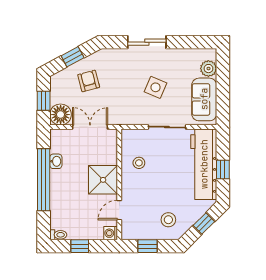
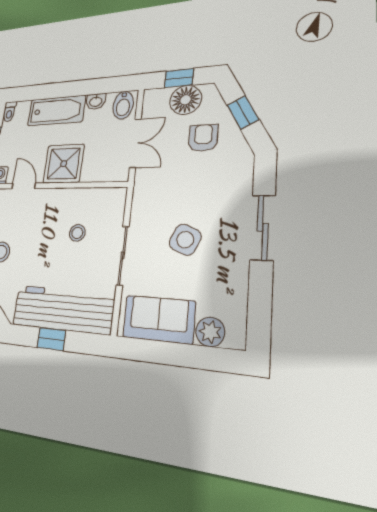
armchair: (89, 81) -> (203, 138), turned -75
floor lamp: (61, 115) -> (186, 100), moved
bidet: (61, 139) -> (123, 105), added
stool: (139, 163) -> (77, 233), moved
window: (44, 180) -> (75, 88), removed
bathtub: (61, 193) -> (56, 111), added

